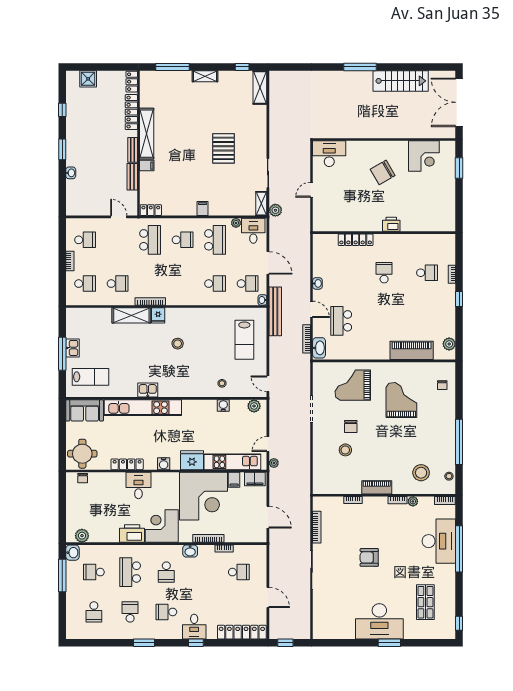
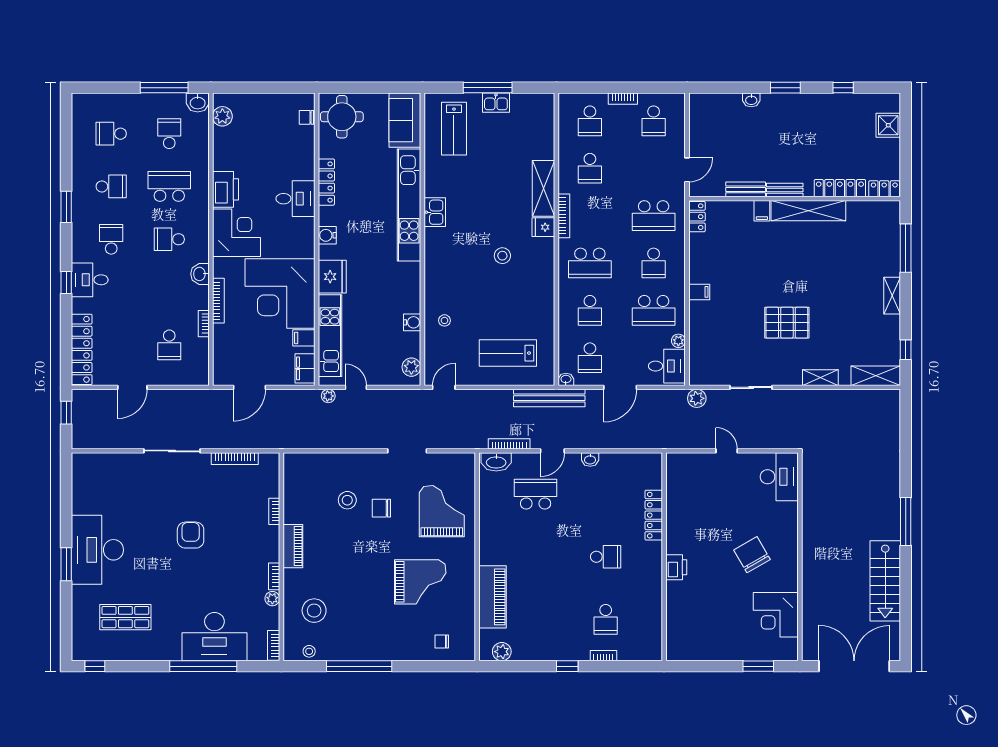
shelving: (261, 204) -> (820, 378), moved
school desk: (183, 284) -> (590, 263), added

